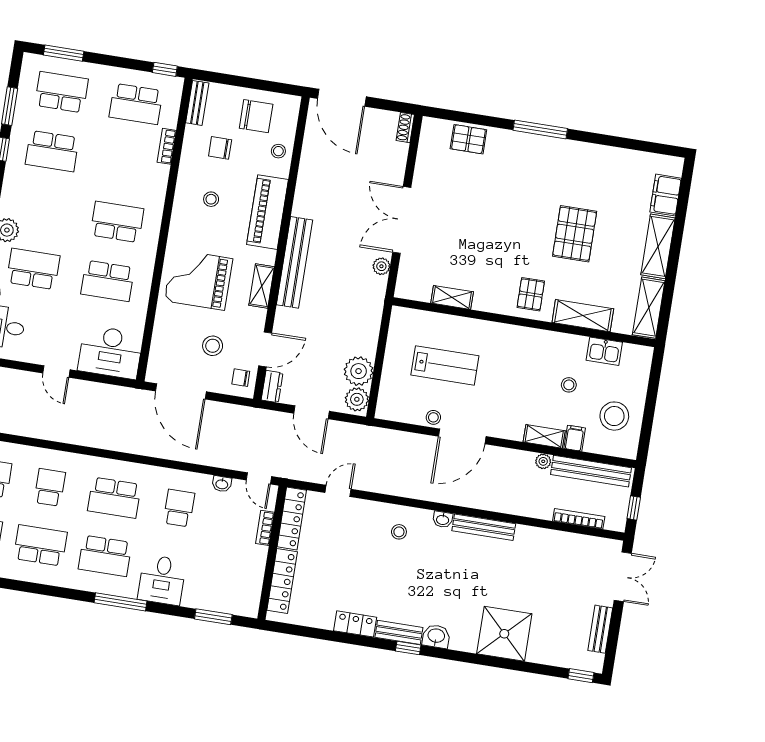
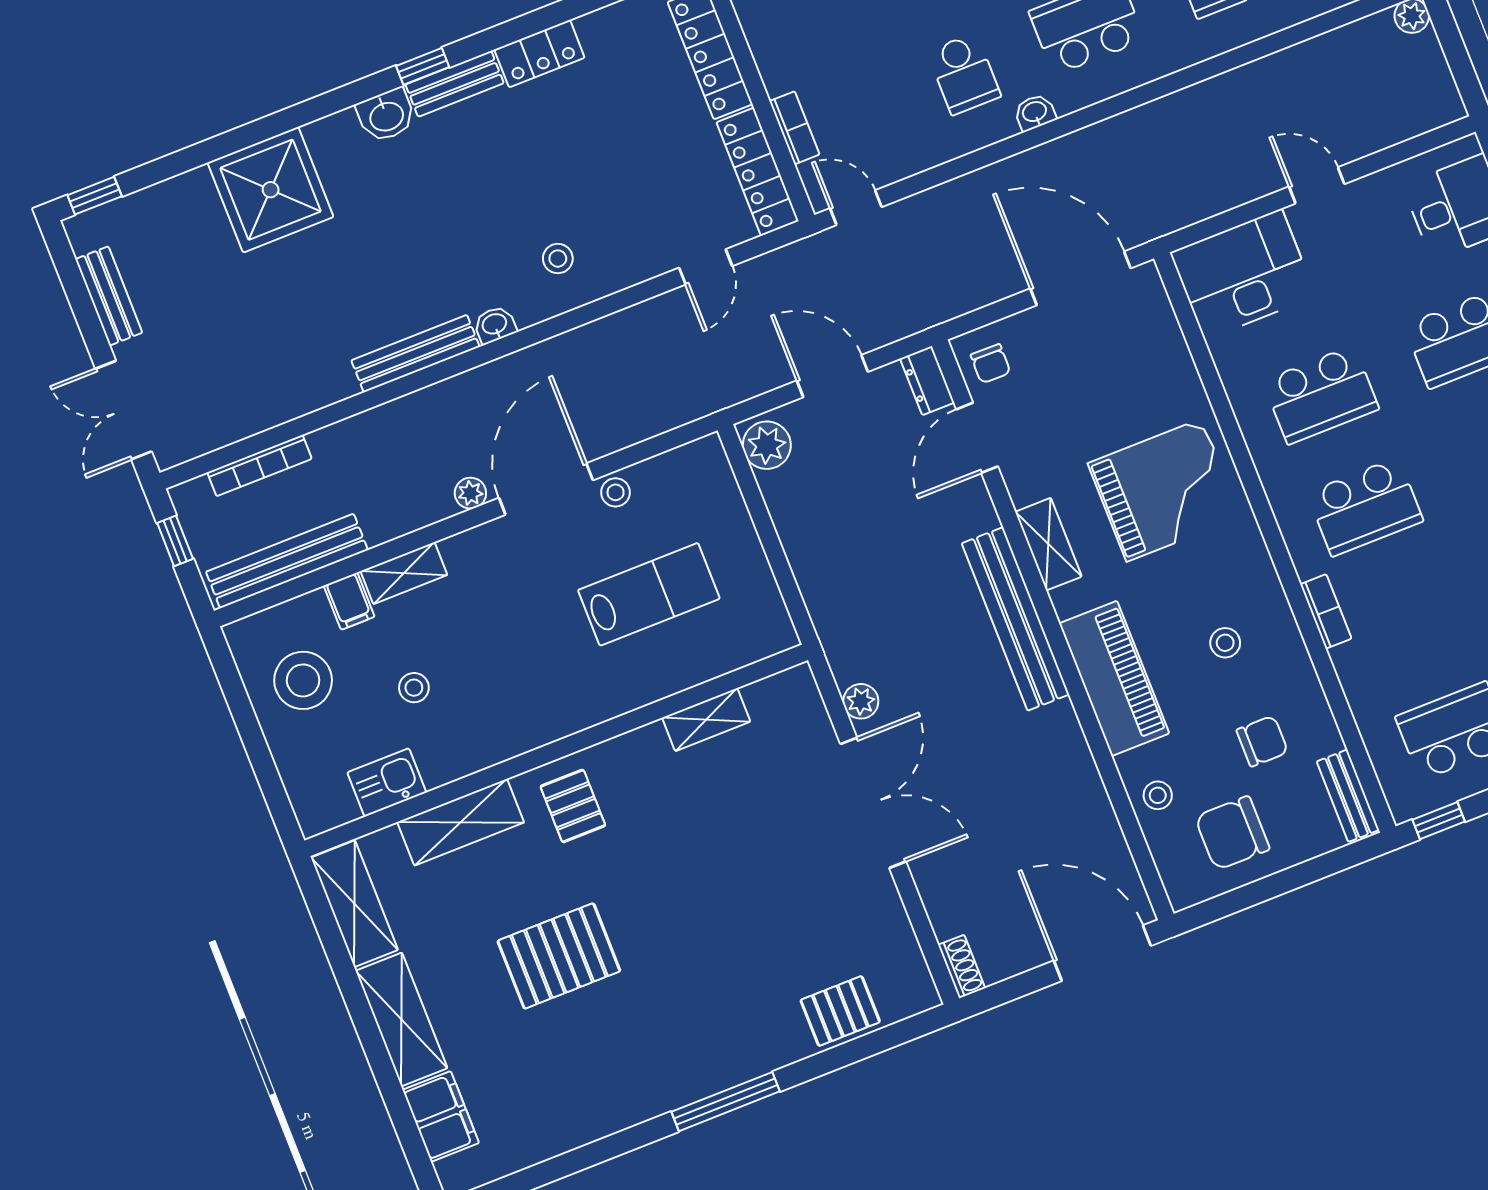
bookcase: (167, 146) -> (1326, 611), moved
pallet: (575, 234) -> (559, 956), turned 90
school desk: (108, 281) -> (1321, 395), turned 180
stool: (213, 346) -> (1072, 390), removed
lab bench: (445, 365) -> (649, 594), turned 180
plant: (359, 371) -> (793, 496), removed
chair: (241, 378) -> (991, 364), turned 91
plant: (543, 461) -> (470, 493), moved
washbasin: (222, 484) -> (1035, 112), moved

